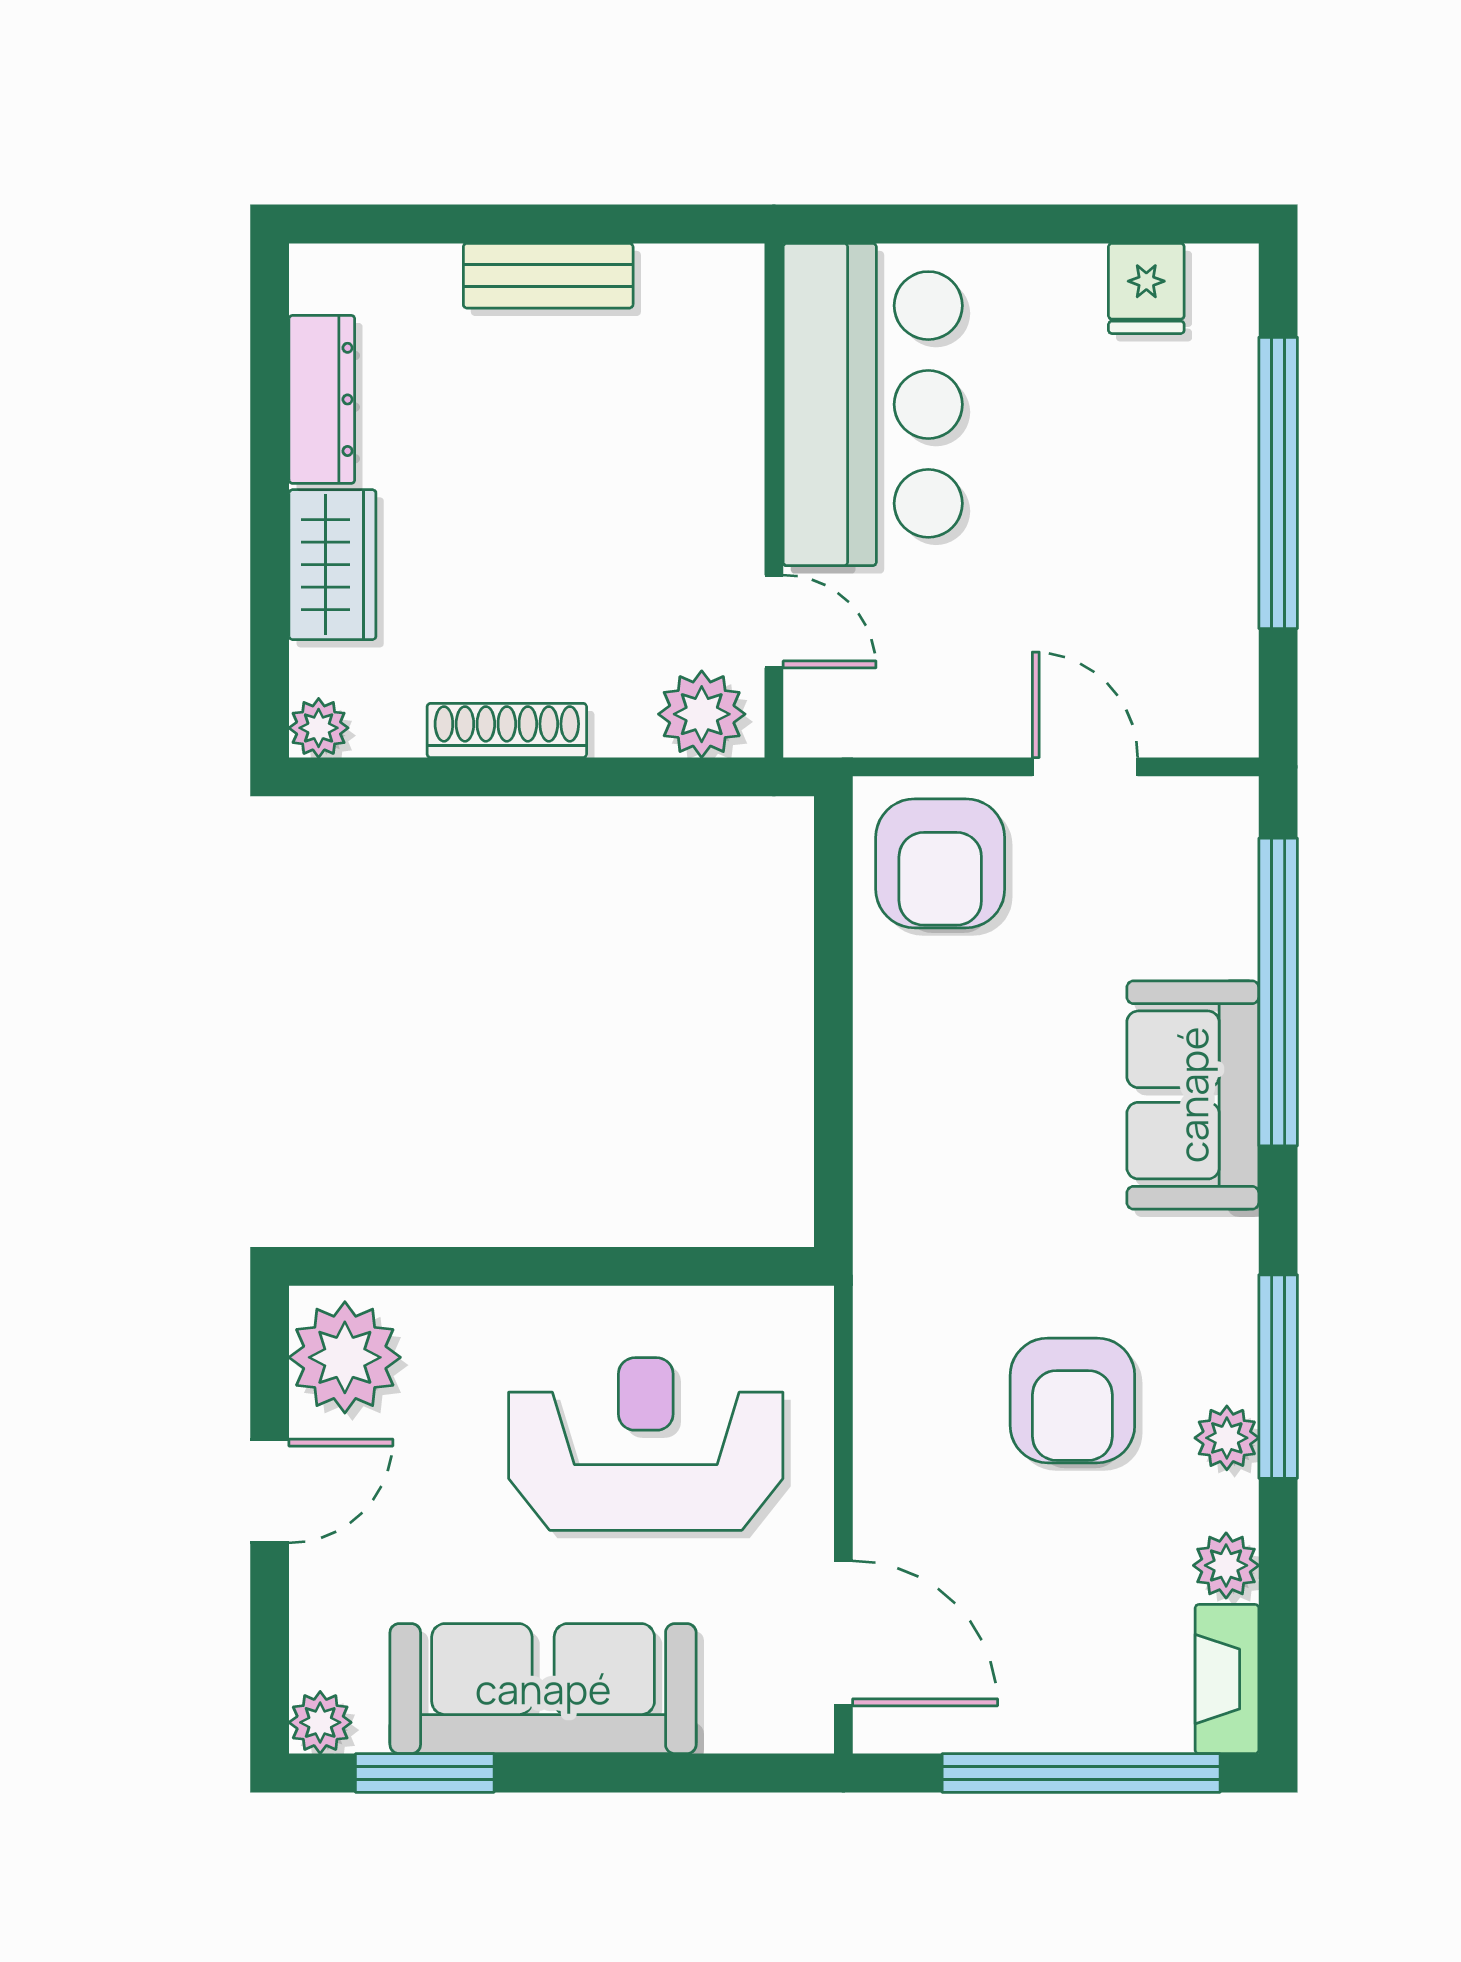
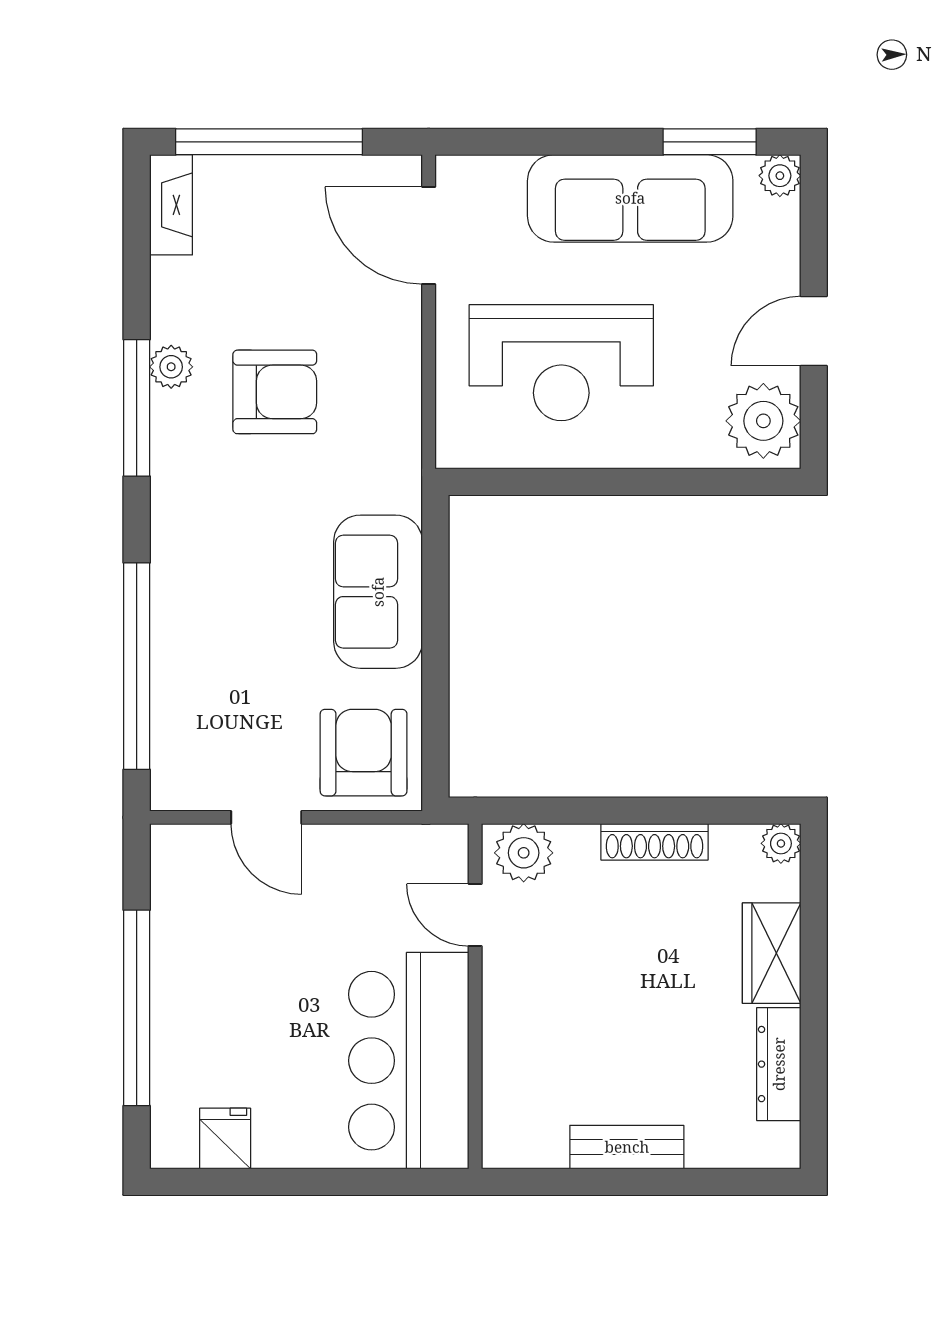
sofa: (1193, 1095) -> (378, 592), moved, turned 180
armchair: (1072, 1400) -> (275, 392), turned 90
plant: (1226, 1565) -> (172, 281), removed

